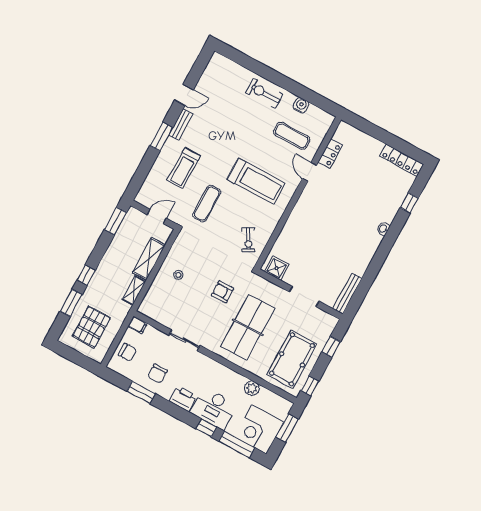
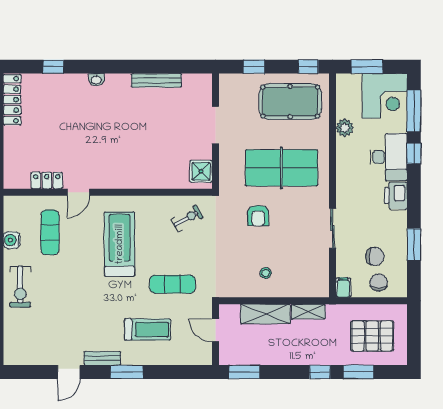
door: (184, 95) -> (69, 372), swing flipped
bench: (347, 294) -> (157, 80), moved
chair: (158, 374) -> (375, 256), moved

